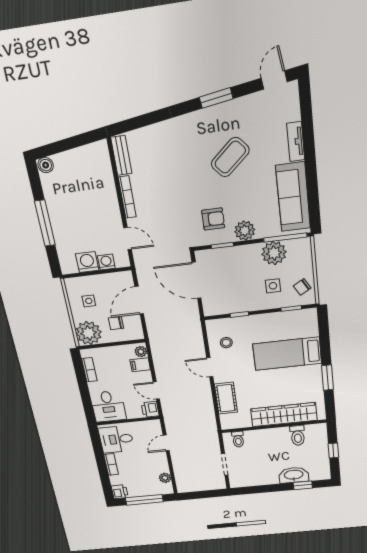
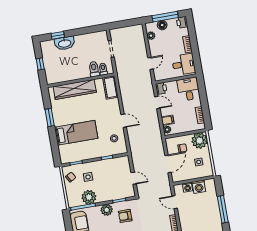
door: (197, 280) -> (134, 178), width x0.53
cot: (226, 398) -> (110, 88), moved
toilet: (298, 435) -> (94, 69), moved
floor lamp: (149, 490) -> (162, 25), added

